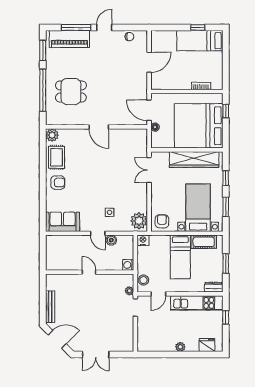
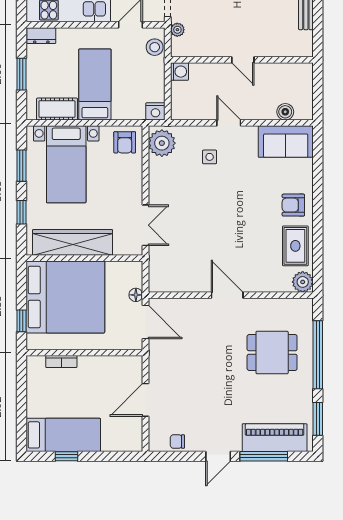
boiler: (111, 240) -> (285, 112), moved

